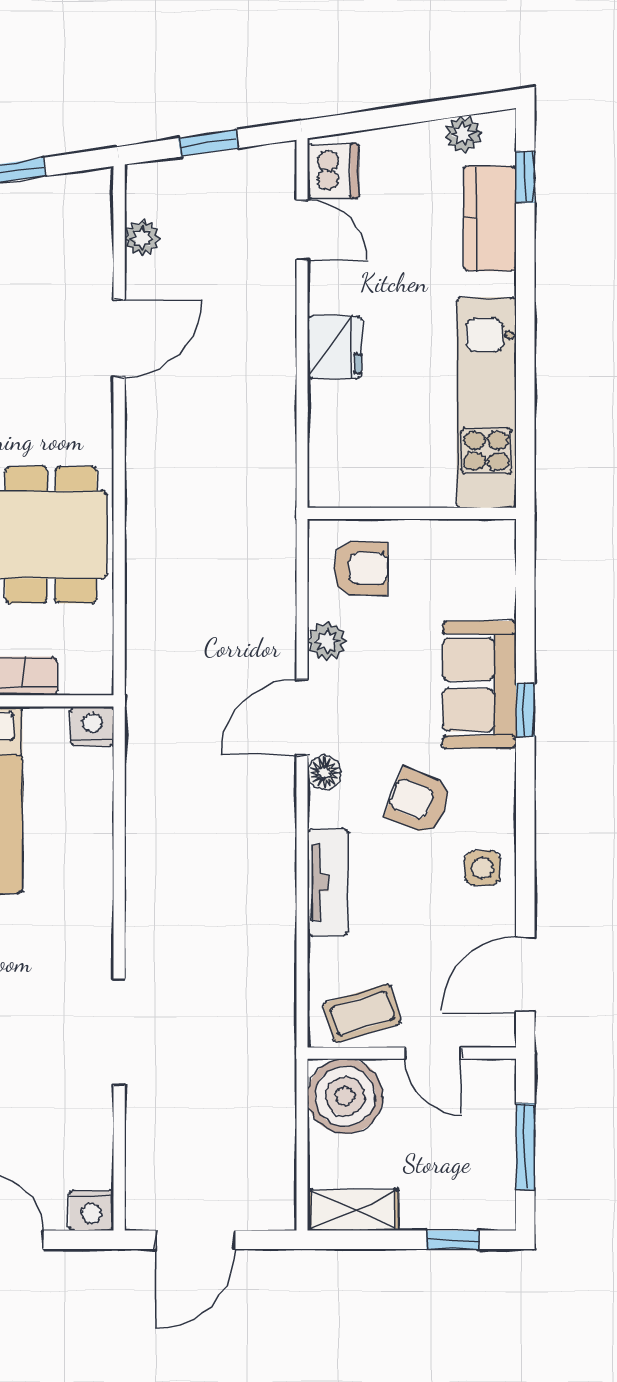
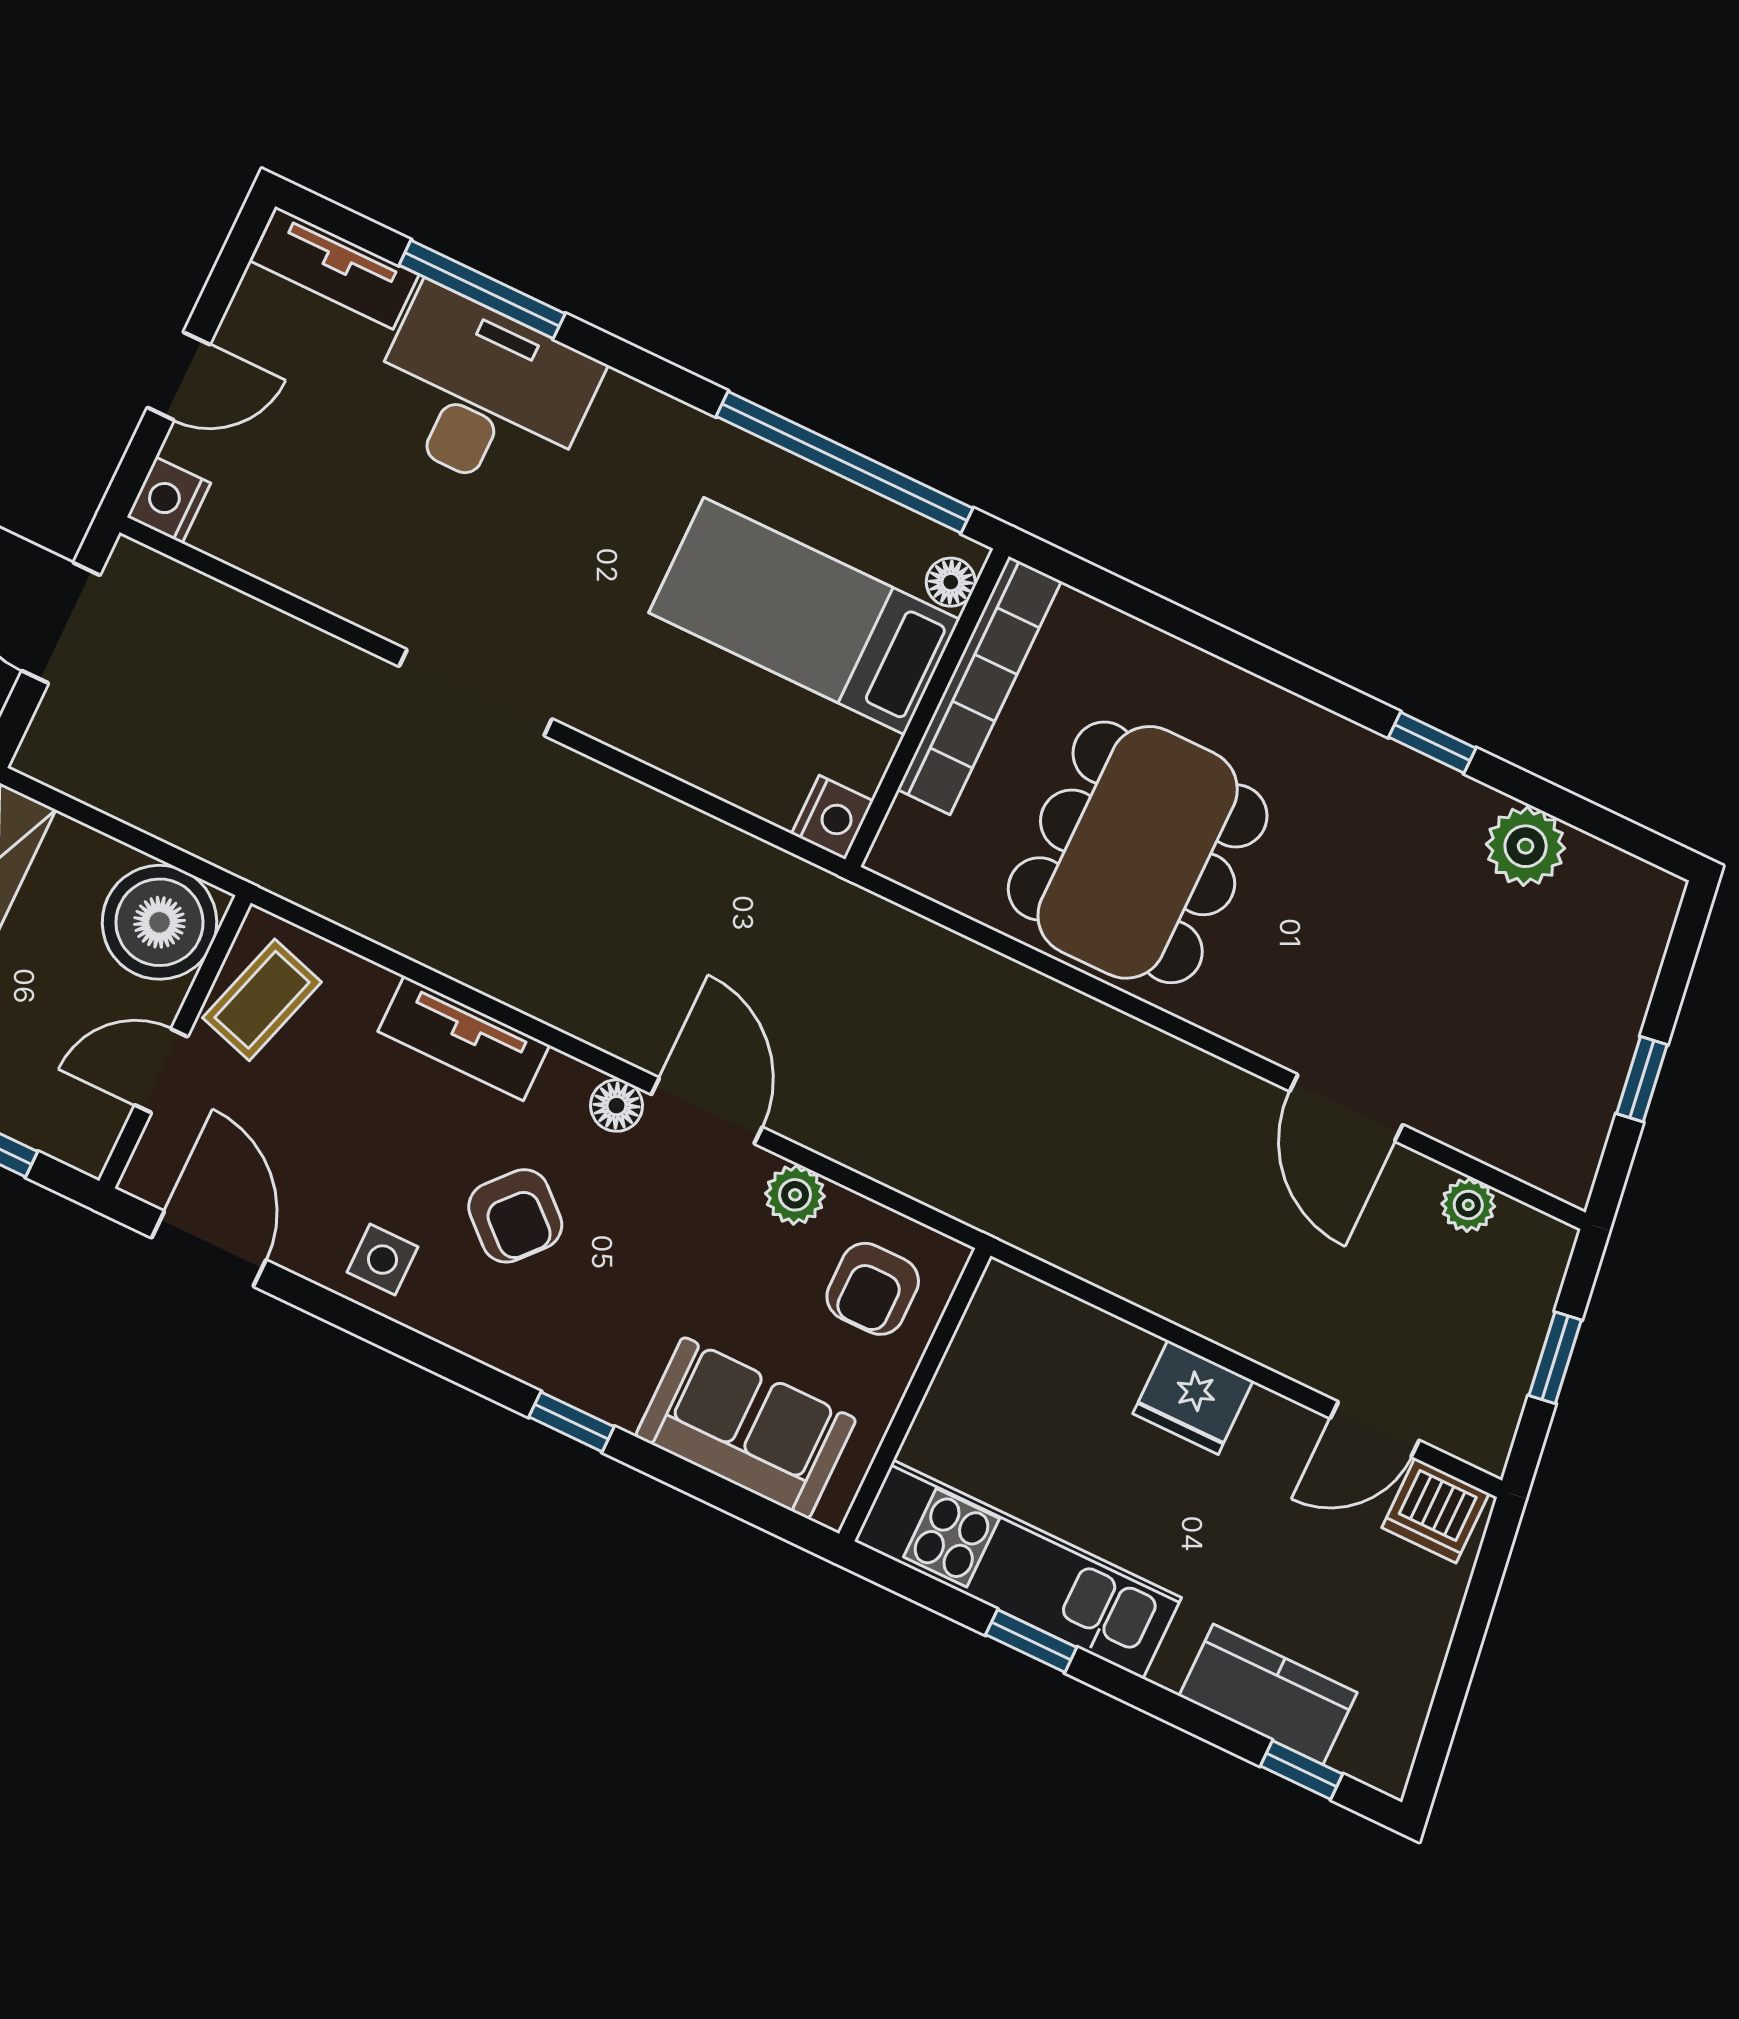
plant: (463, 134) -> (1401, 1713), removed
window: (525, 374) -> (1031, 1641), added
sofa: (479, 685) -> (746, 1428), moved
armchair: (419, 801) -> (515, 1216), turned 111
coffee table: (362, 1013) -> (262, 1000), turned 34
doorway: (119, 1032) -> (476, 693), moved

